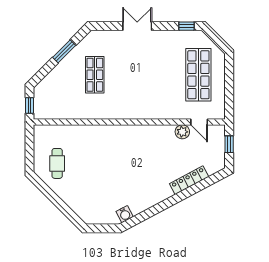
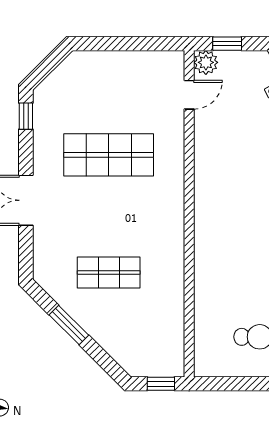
shop shelf: (198, 75) -> (109, 155), moved
plant: (182, 132) -> (206, 62), moved

